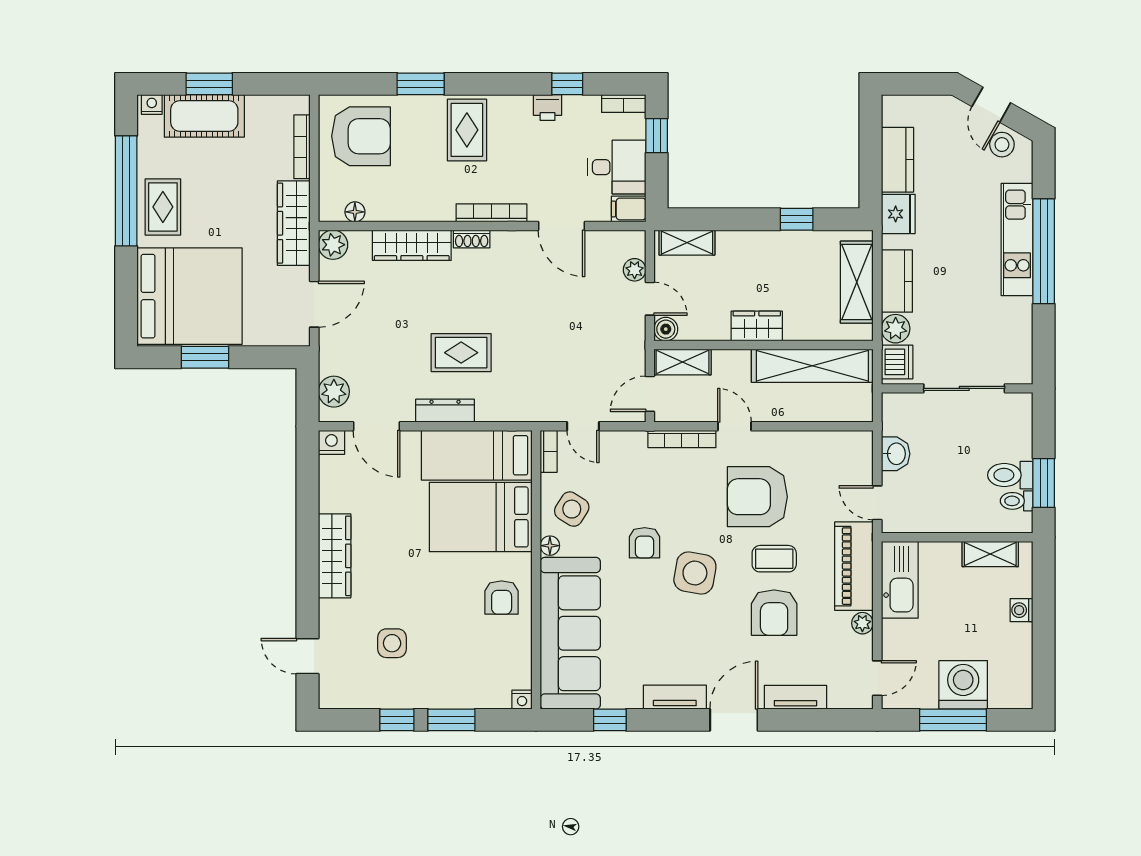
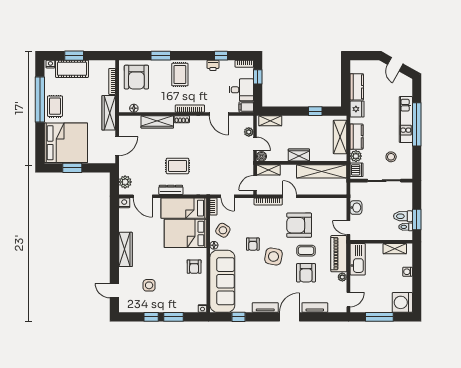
armchair: (361, 136) -> (136, 77), turned 90
stool: (1002, 145) -> (391, 157), moved
plant: (333, 245) -> (125, 122), removed
washing machine: (963, 685) -> (402, 302), moved, turned -90

